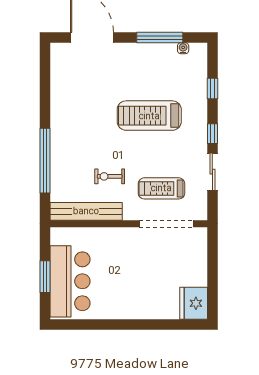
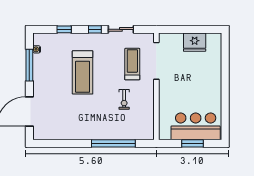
treadmill: (161, 188) -> (132, 64), turned 180
bench: (86, 211) -> (148, 115), removed
fridge: (194, 303) -> (195, 42), moved

